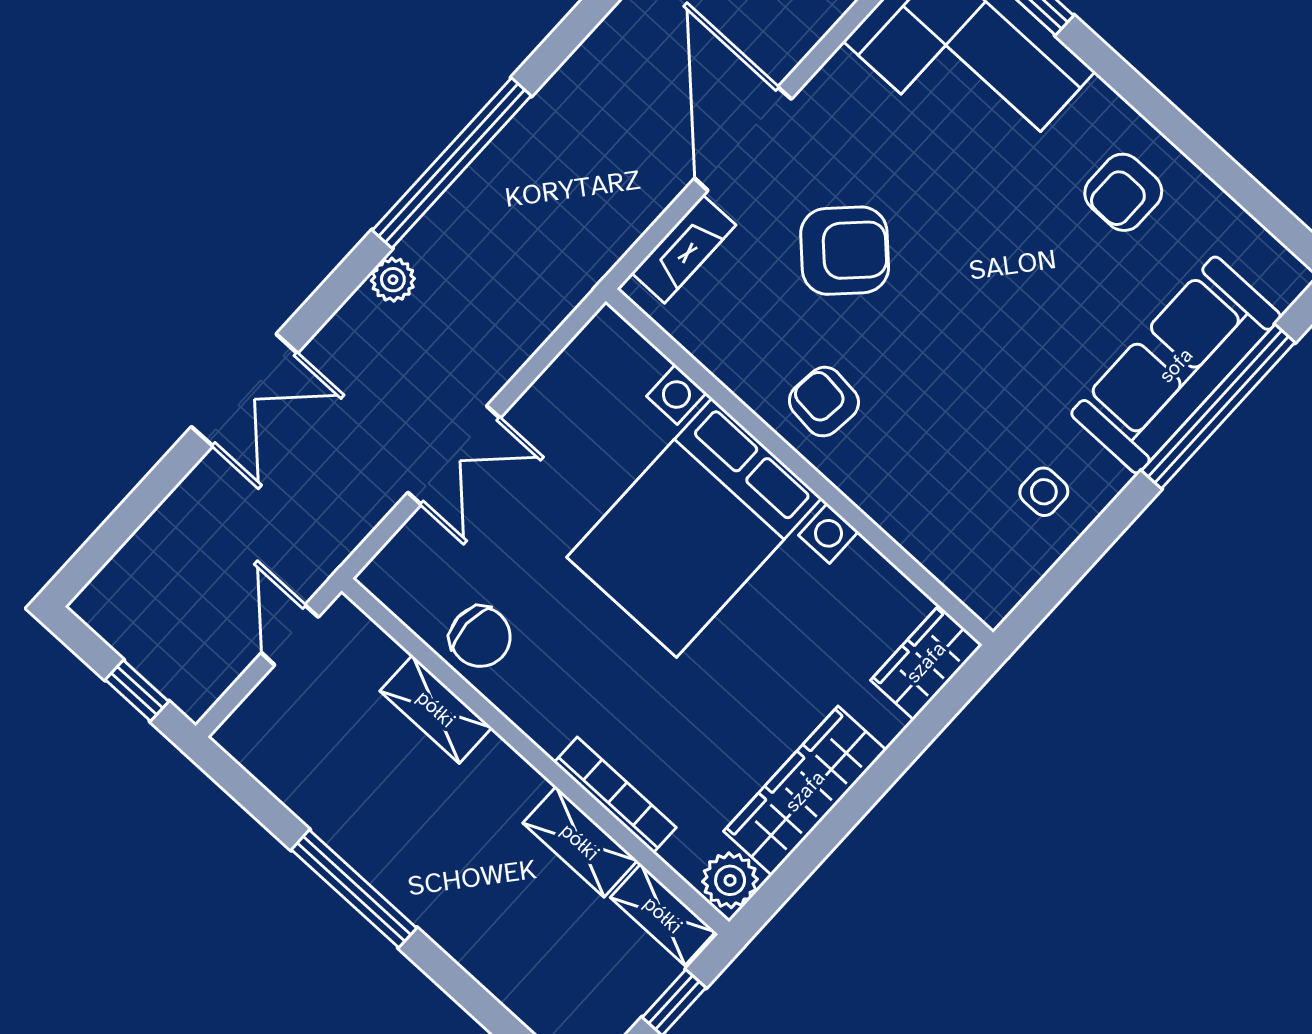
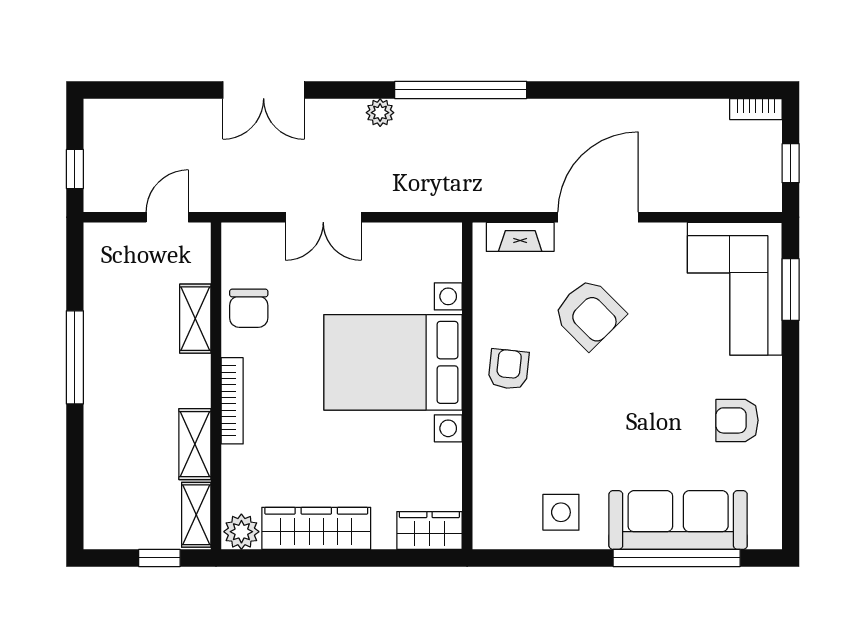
side table: (1044, 492) -> (561, 512), width x1.37, depth x1.37
bookcase: (615, 795) -> (232, 401), moved

